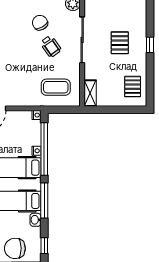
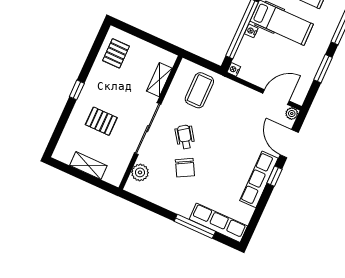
pallet: (120, 43) -> (101, 121), moved, turned 90
coffee table: (56, 87) -> (199, 90), turned 90
shelving: (90, 93) -> (159, 80), moved

